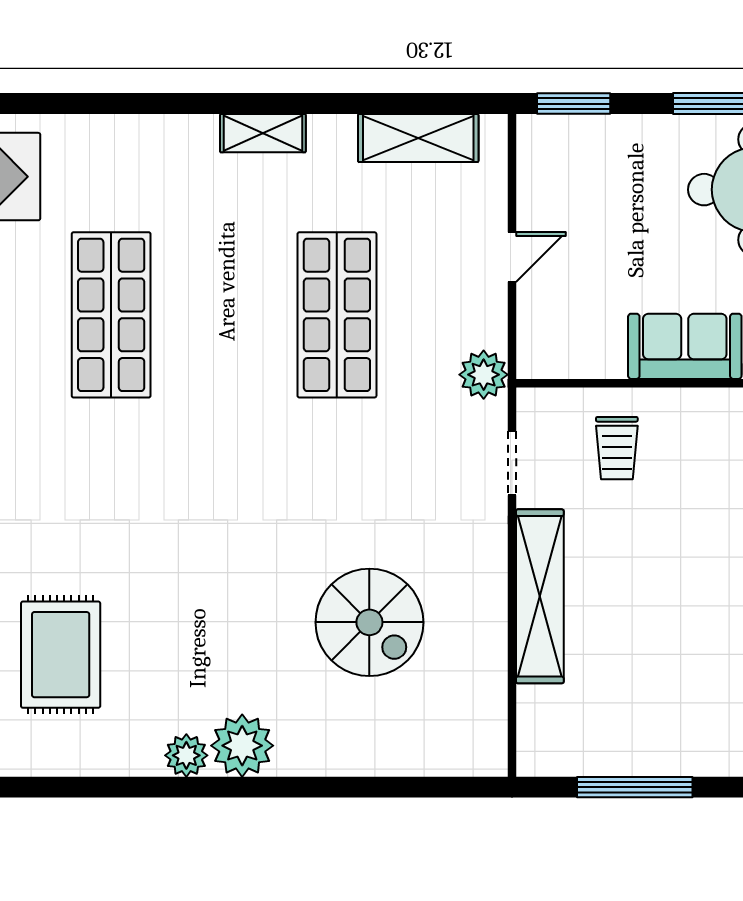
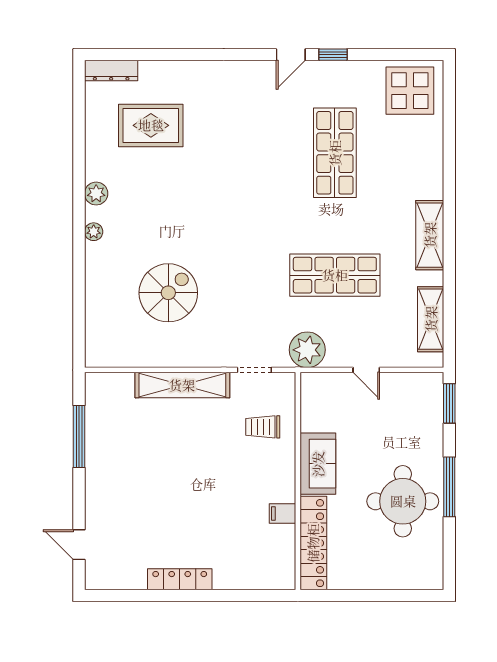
shelving: (263, 133) -> (430, 235), width x1.50, depth x1.33
shop shelf: (111, 315) -> (335, 153), turned 90
plant: (484, 375) -> (307, 350), width x1.36, depth x1.36
spiral stairs: (369, 622) -> (168, 293), turned 180
plant: (242, 746) -> (94, 232), width x0.53, depth x0.53

